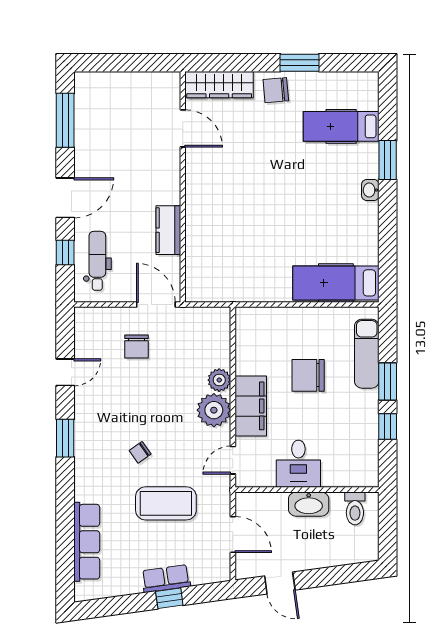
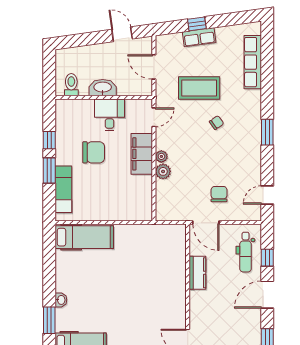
door: (65, 372) -> (267, 195), moved
chair: (308, 375) -> (94, 152), moved
plant: (214, 410) -> (161, 156), width x0.53, depth x0.53

